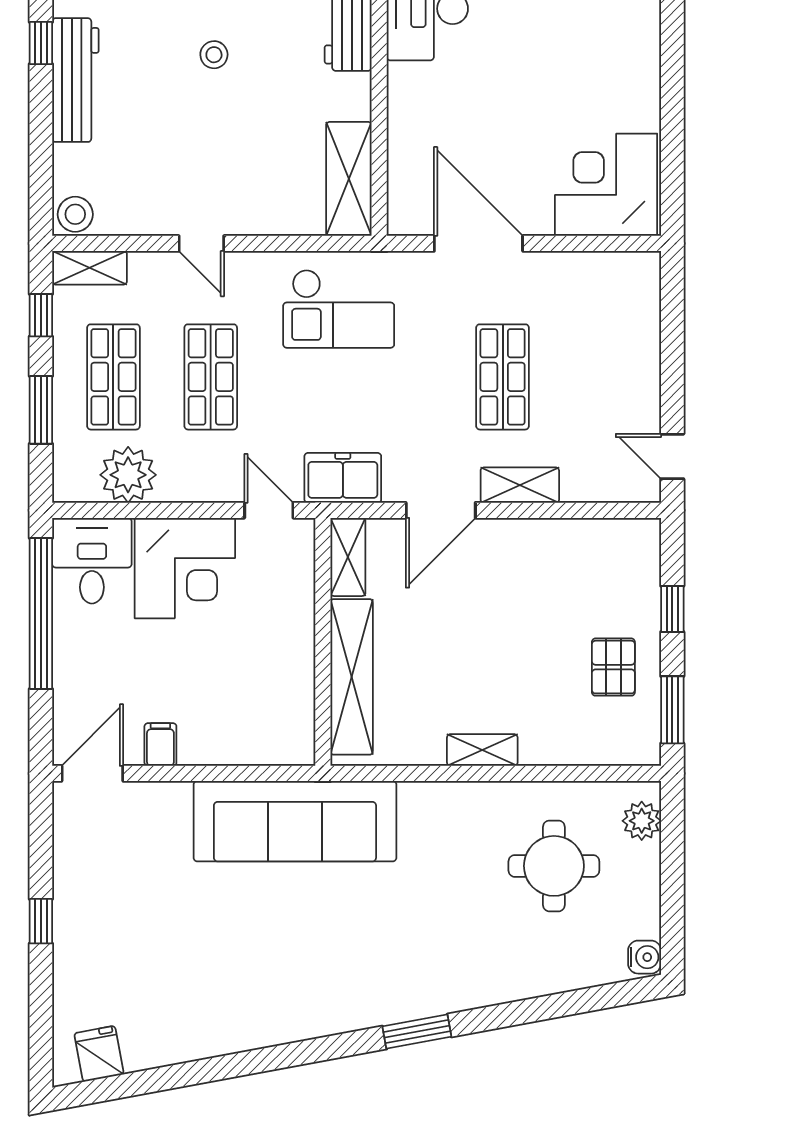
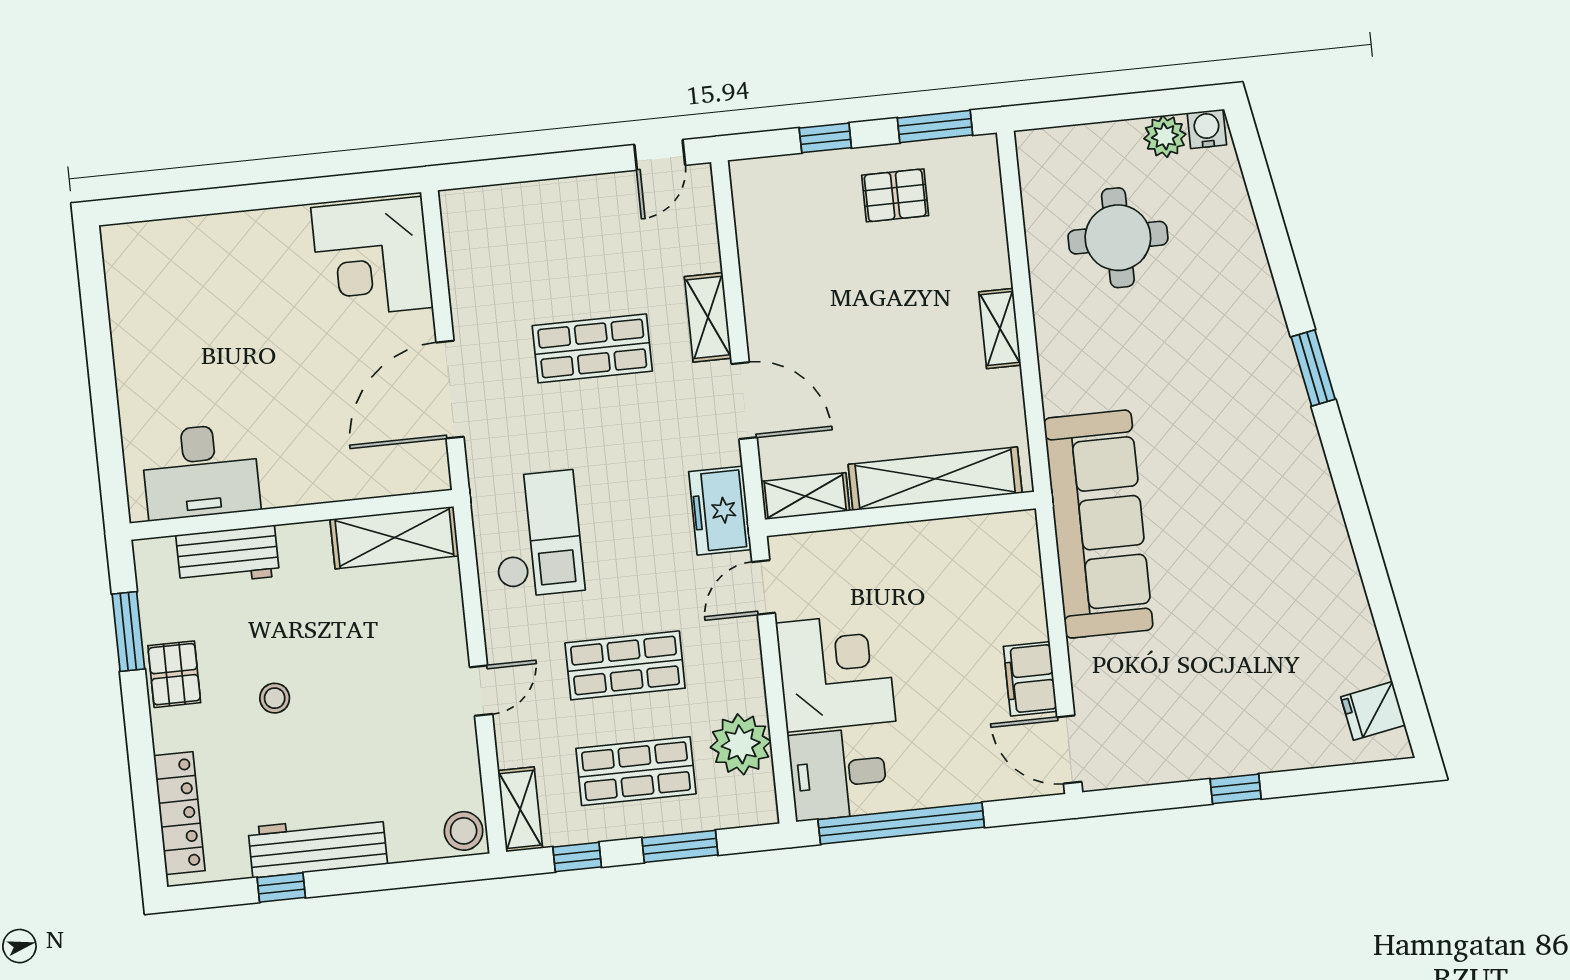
filing cabinet: (160, 745) -> (1030, 679), width x2.00
plant: (642, 821) -> (1165, 136), moved

